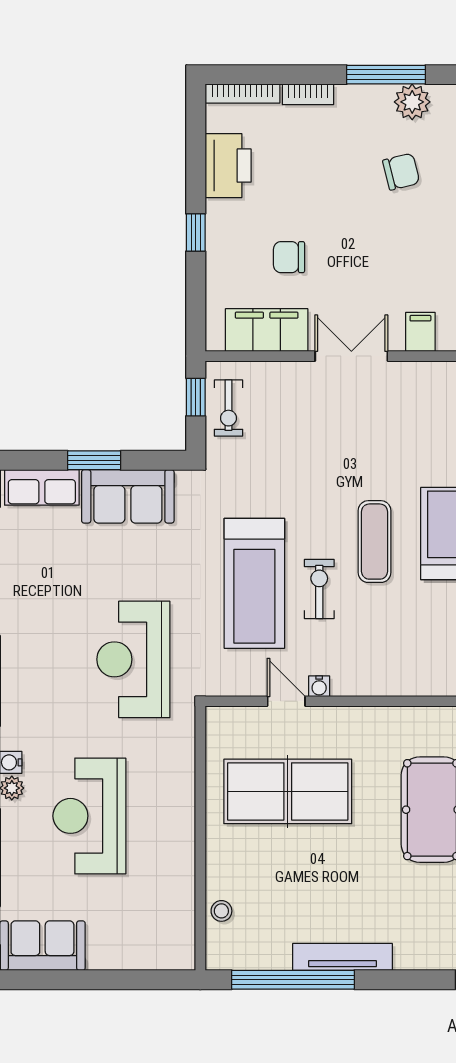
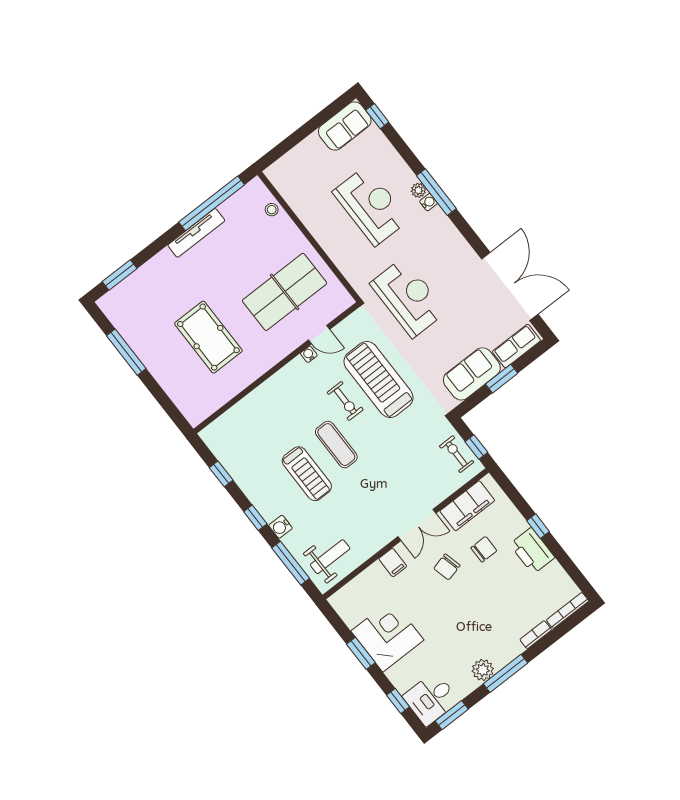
printer: (228, 166) -> (532, 551), moved
chair: (401, 172) -> (447, 567), moved

